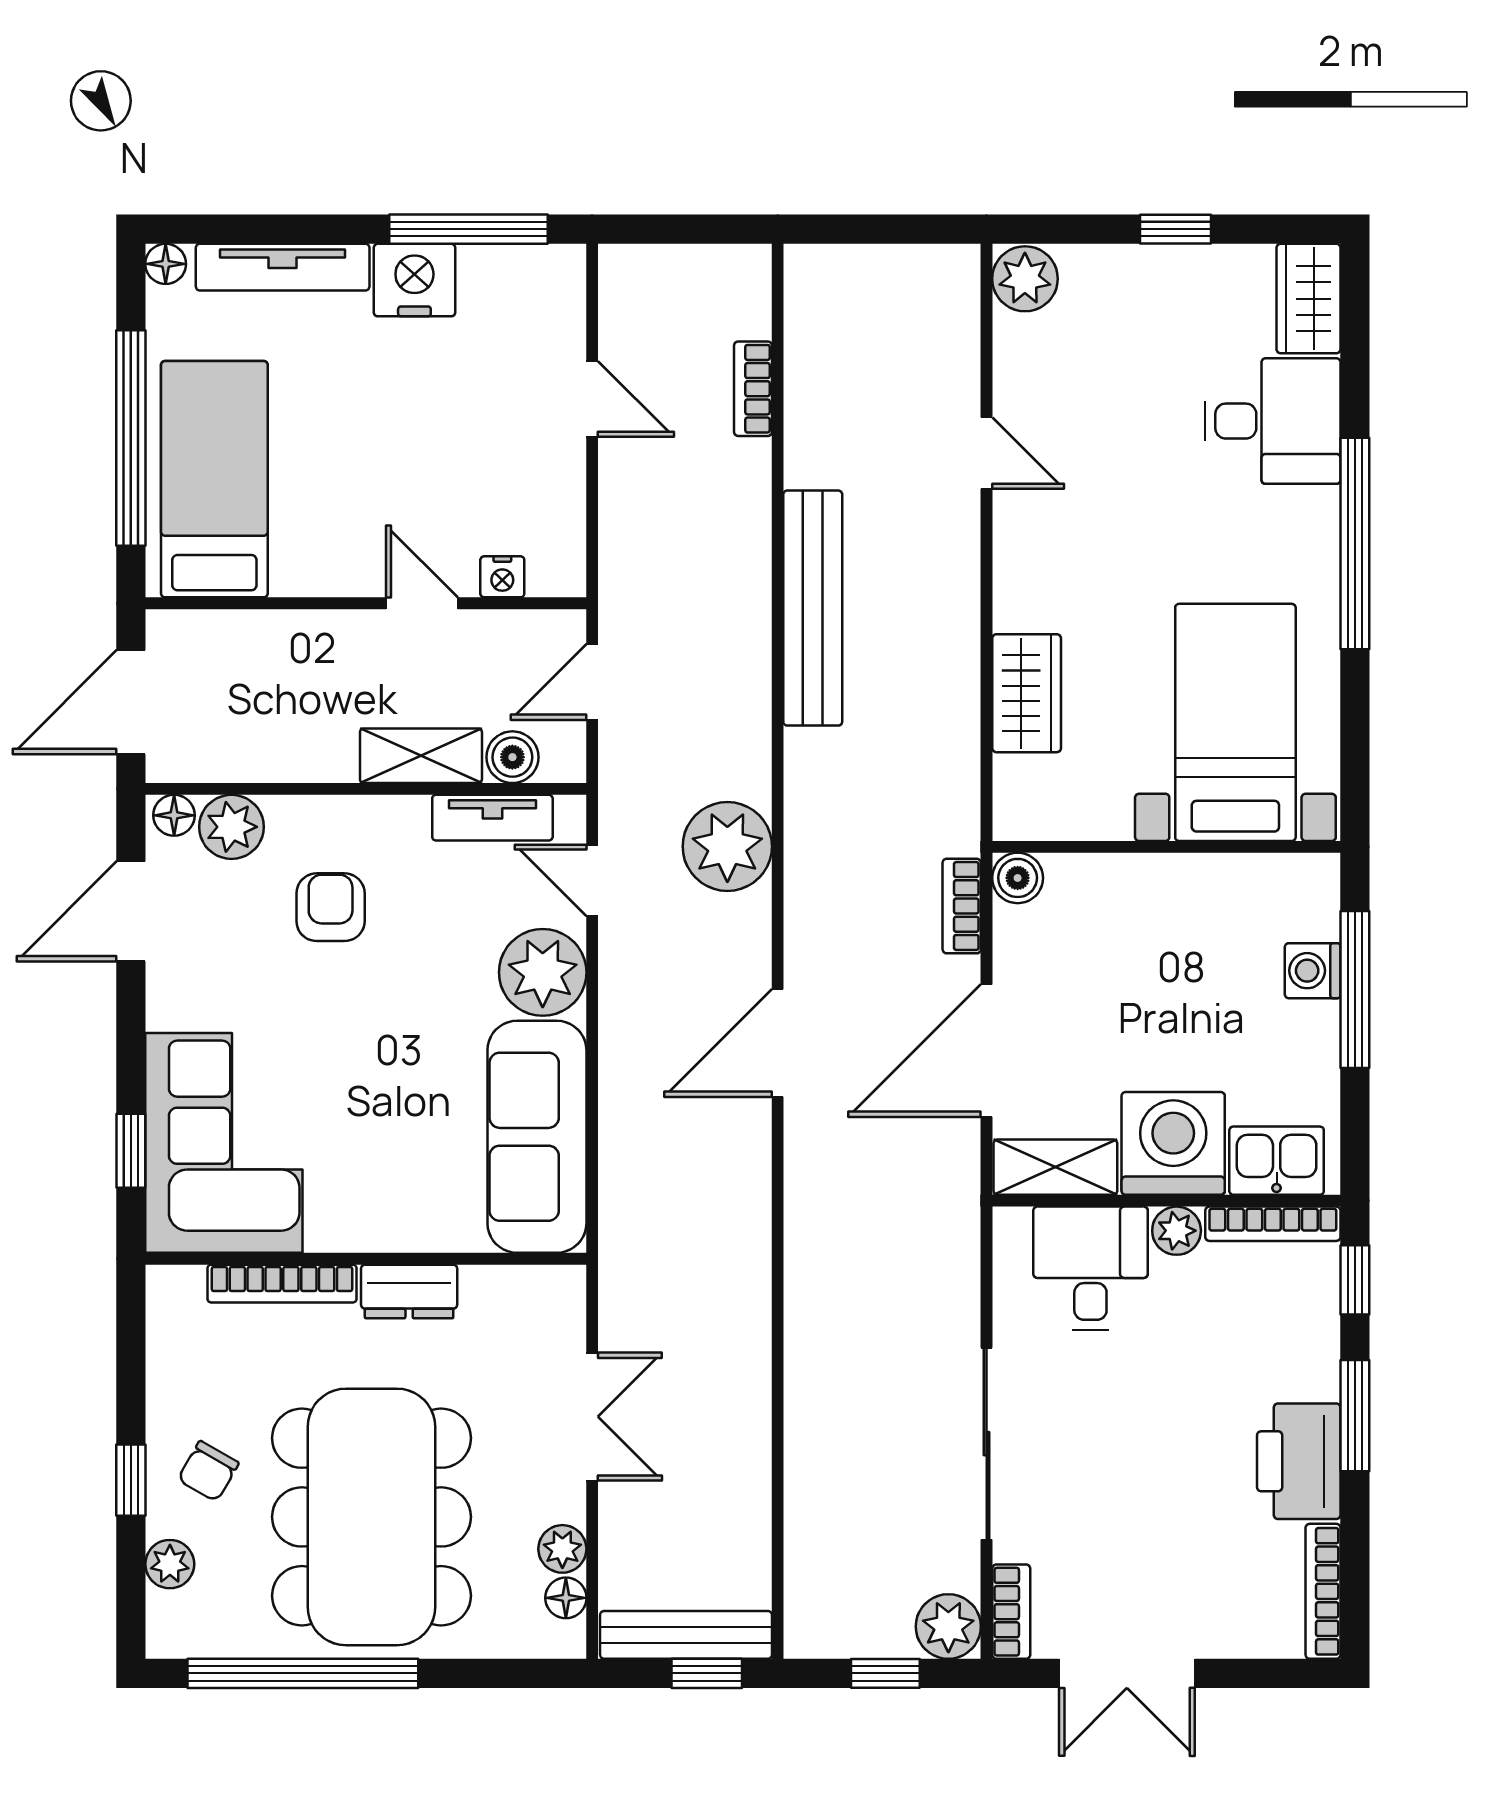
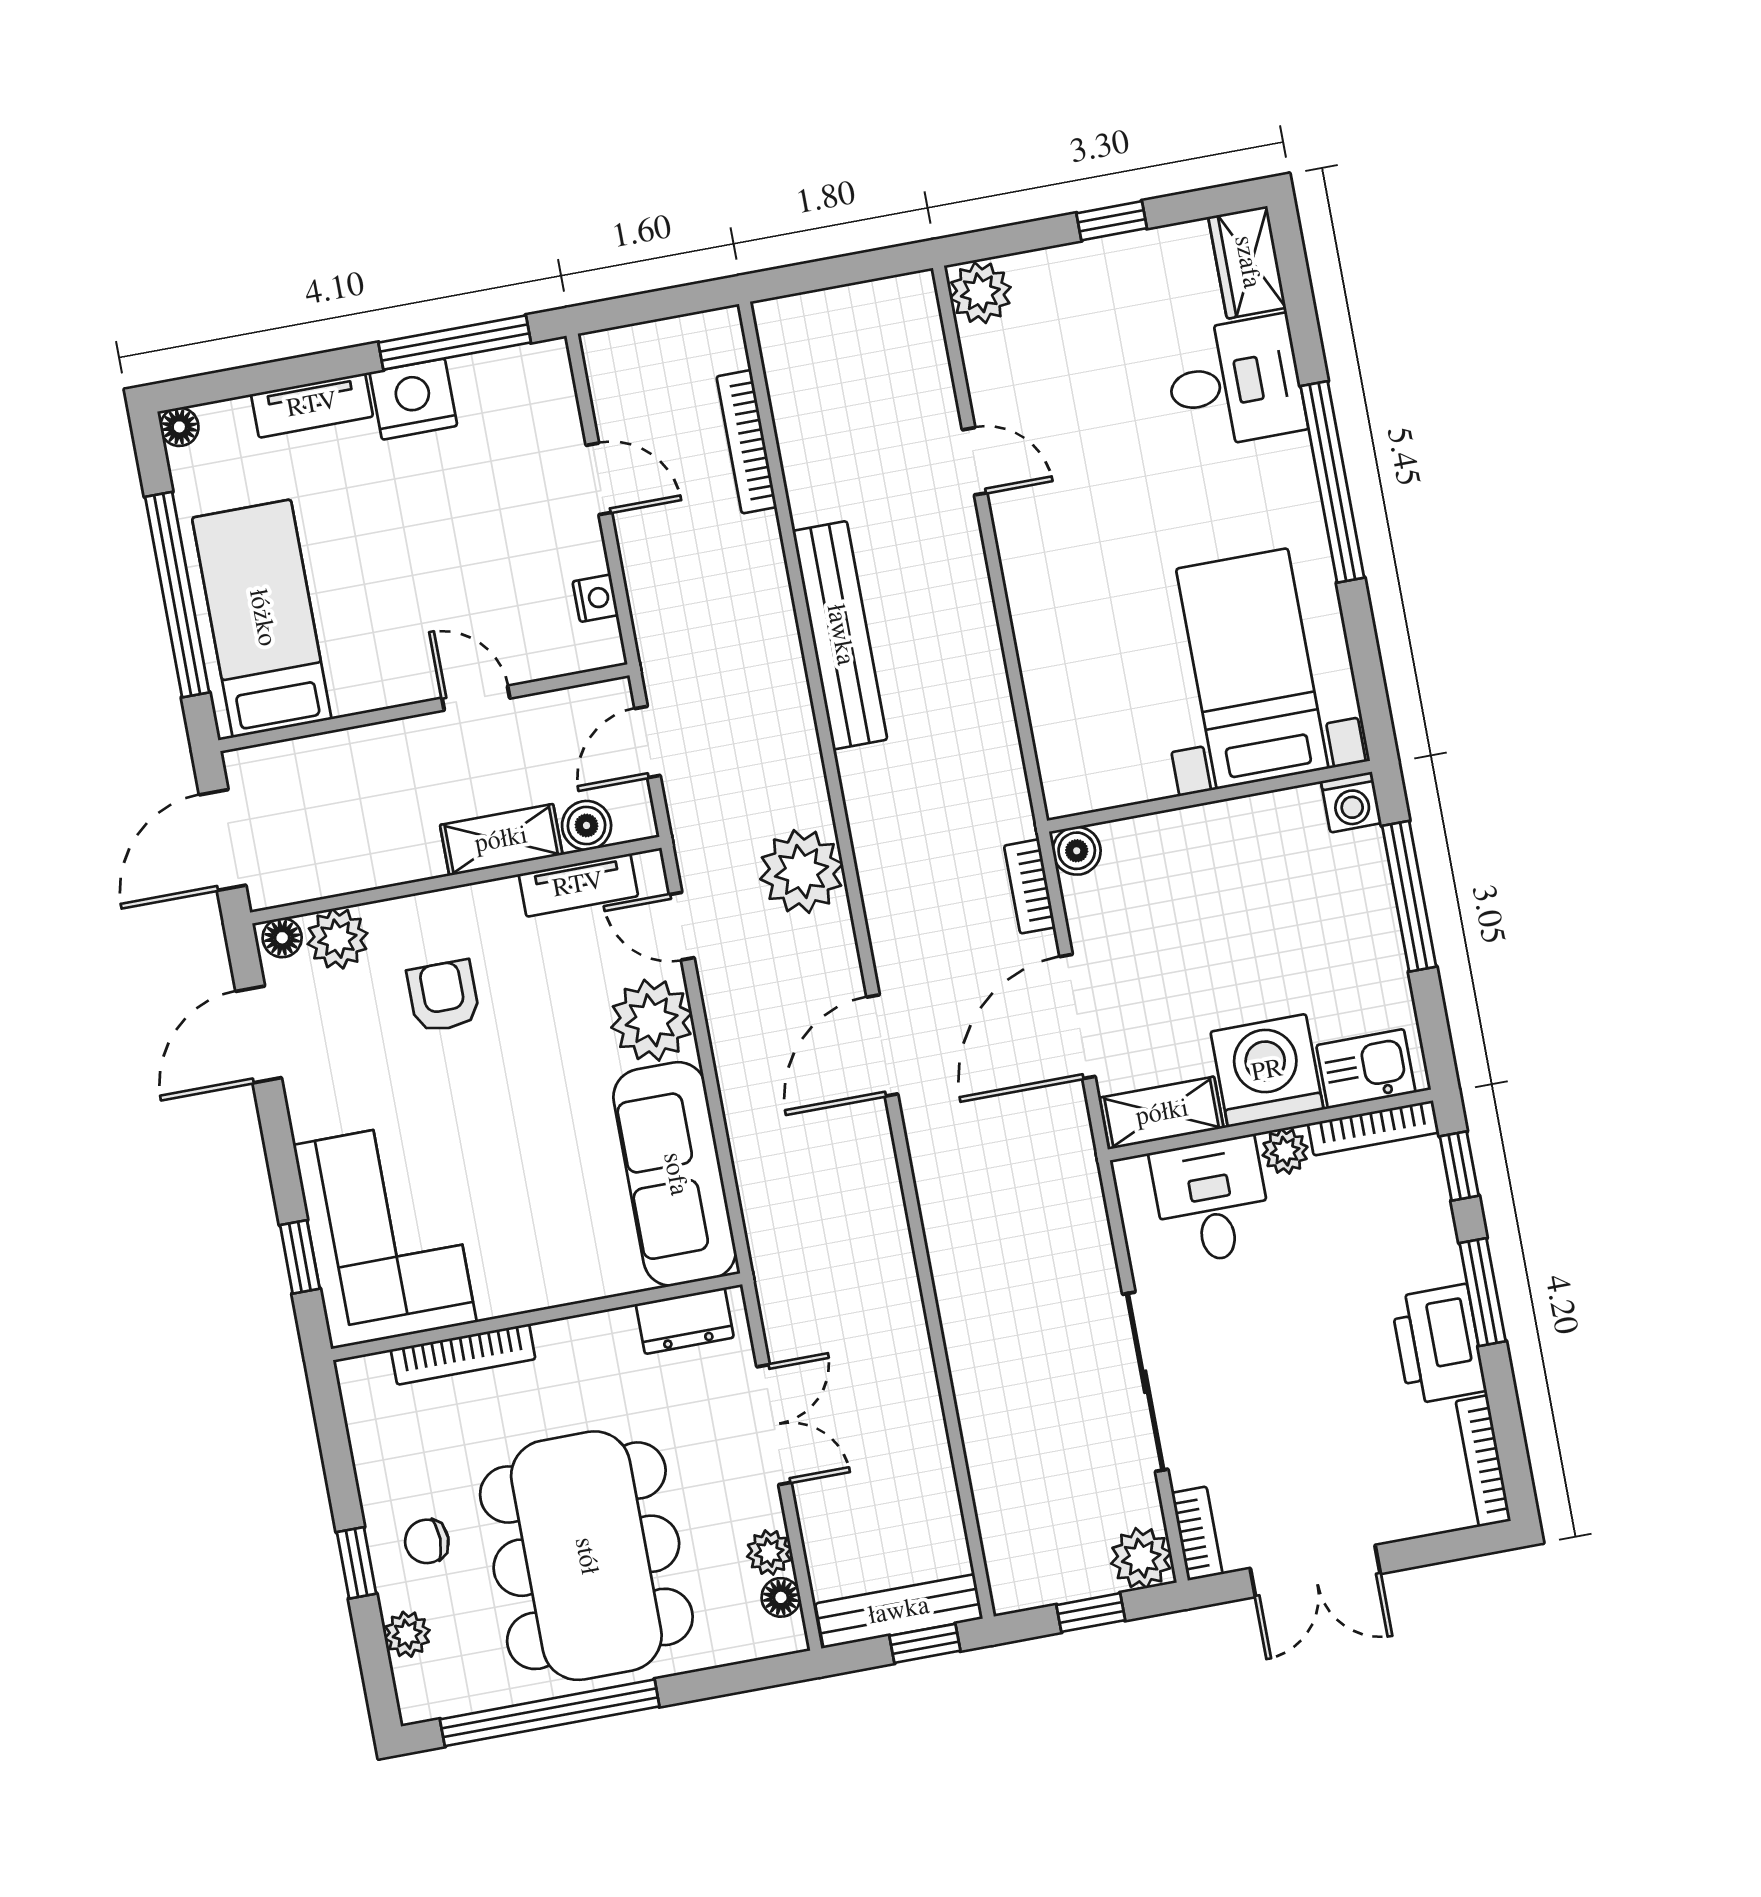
tv unit: (283, 267) -> (312, 405), width x0.71
bookcase: (753, 389) -> (747, 442), width x1.56
nightstand: (502, 577) -> (595, 598), moved, turned -90
wardrobe: (1027, 693) -> (1053, 678), removed
washing machine: (1313, 971) -> (1351, 802), moved, turned -90
dresser: (409, 1291) -> (685, 1321), moved
chair: (208, 1471) -> (427, 1541), turned 60

